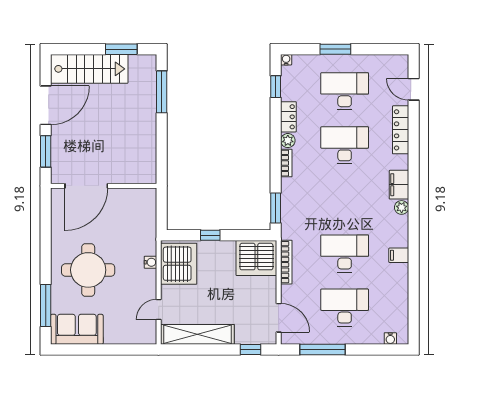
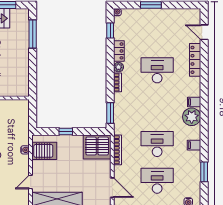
desk: (345, 91) -> (157, 34), removed
filing cabinet: (399, 185) -> (194, 102), width x0.50
plant: (402, 207) -> (192, 117), width x1.88, depth x1.88
server rack: (179, 264) -> (44, 151), width x0.62
window: (414, 295) -> (204, 172), added

